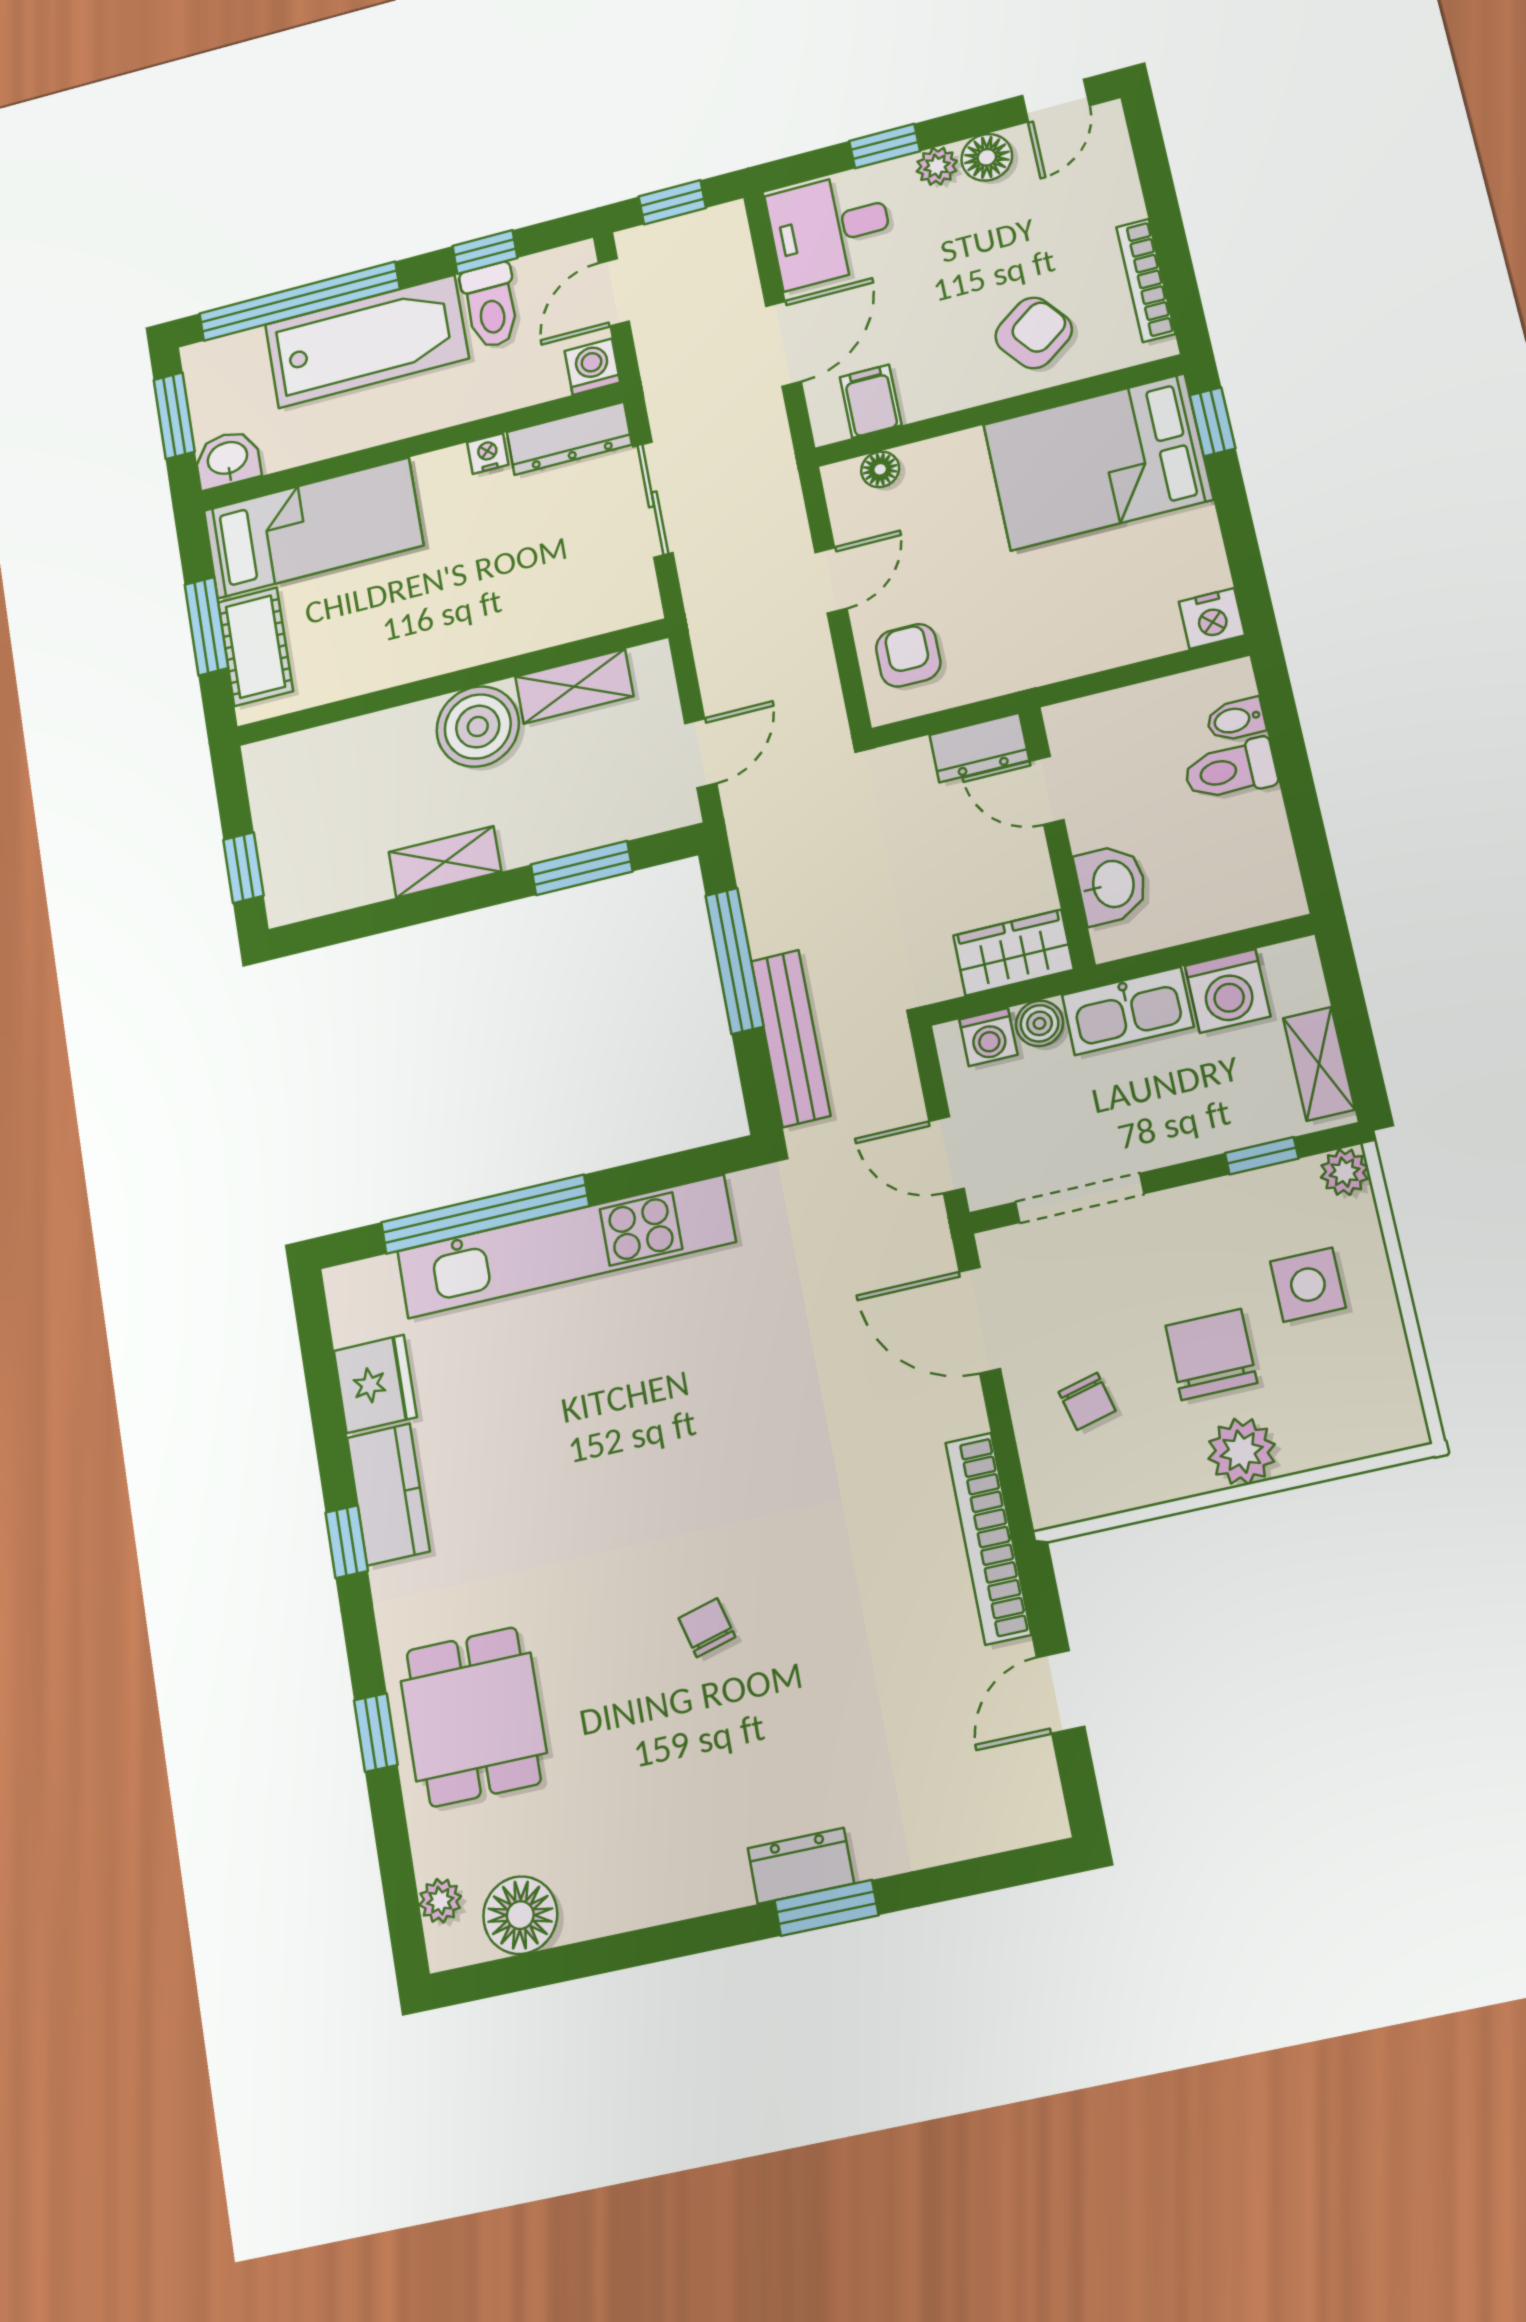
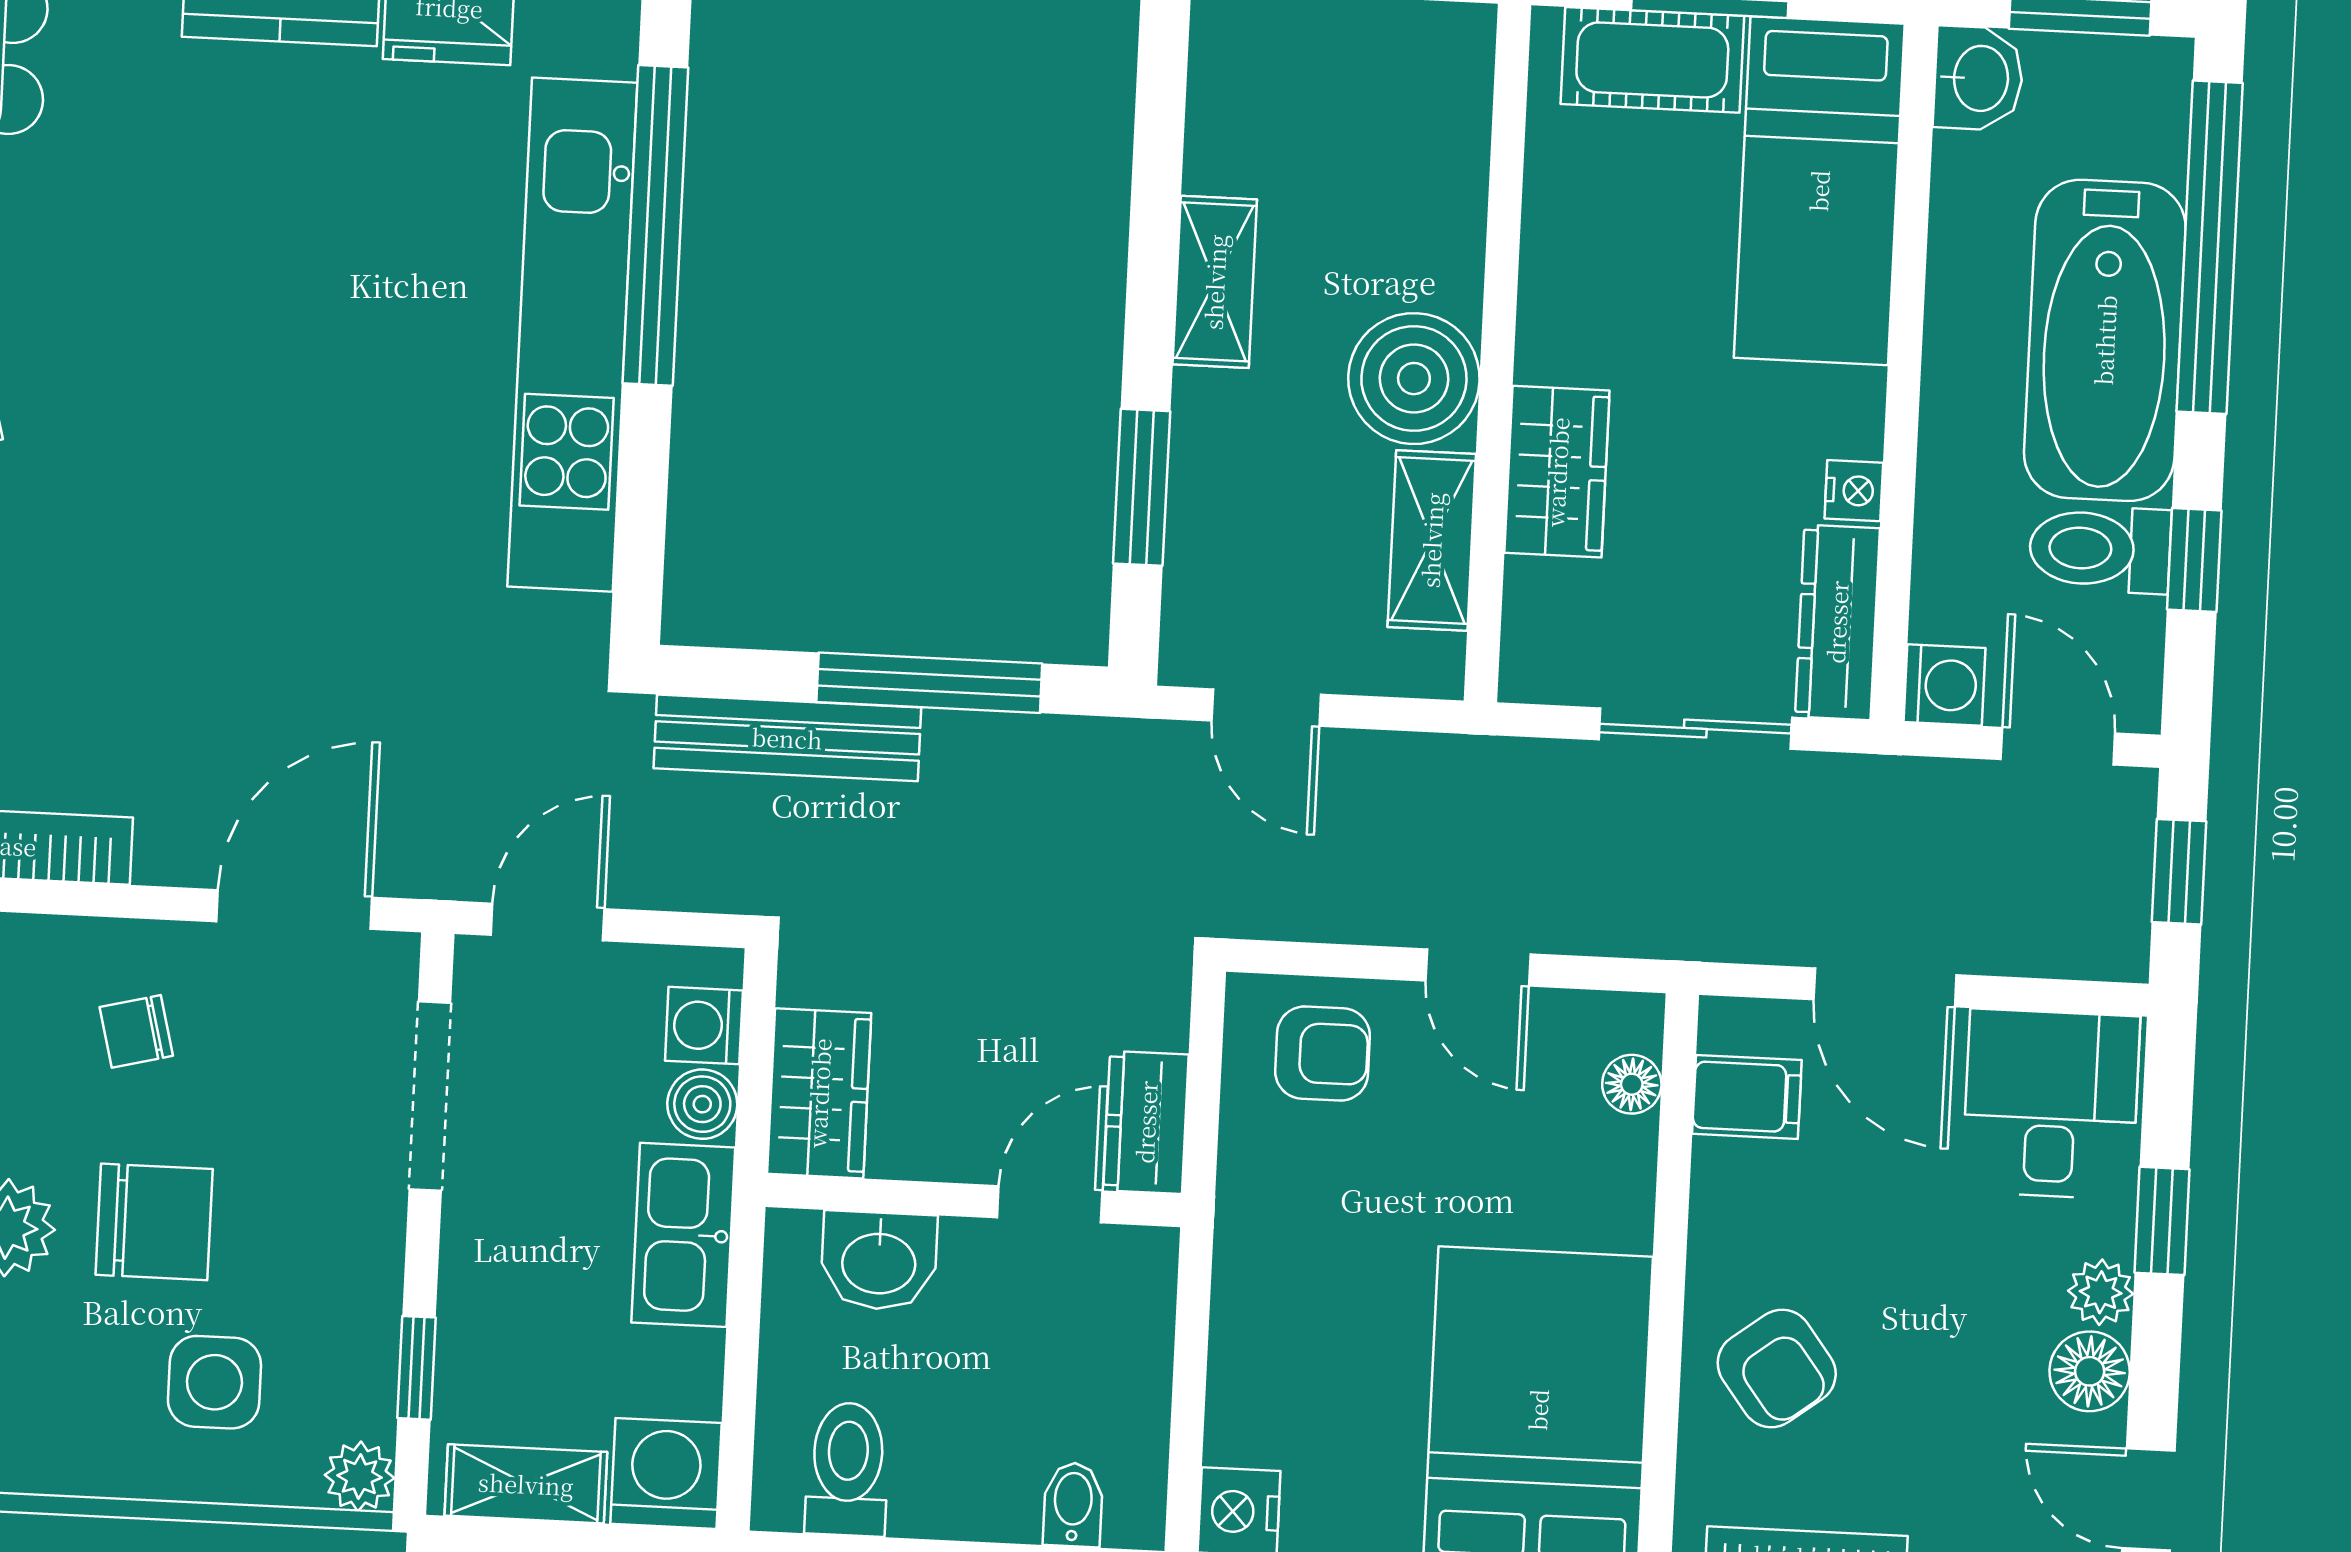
wardrobe: (515, 626) -> (1557, 472), added
toilet: (1230, 770) -> (847, 1469), moved
washing machine: (1228, 991) -> (666, 1473), moved, turned 90

